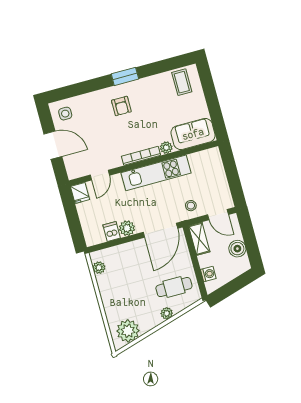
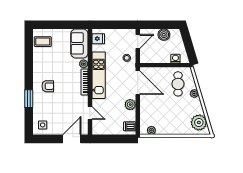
window: (125, 76) -> (29, 99), moved
door: (53, 145) -> (72, 139), moved
fridge: (80, 193) -> (98, 39), moved
dishwasher: (112, 232) -> (130, 126), moved
shelving: (199, 239) -> (150, 58), removed

